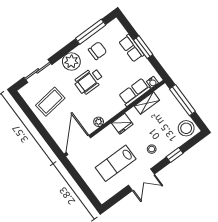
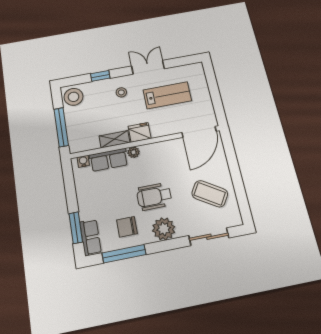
window: (143, 47) -> (76, 228), moved
row of seats: (131, 48) -> (90, 237), moved
wheelchair: (89, 81) -> (154, 196), turned 180
coffee table: (50, 102) -> (210, 194), turned 39
shelving: (147, 103) -> (114, 139), moved
plant: (99, 122) -> (133, 152), moved

